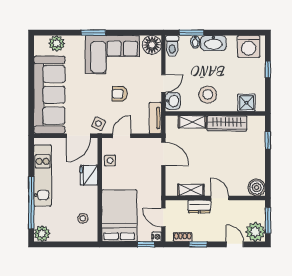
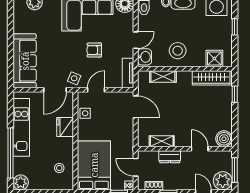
sofa: (49, 95) -> (25, 61), width x0.74, depth x0.79
wardrobe: (227, 123) -> (211, 78), moved
door: (220, 198) -> (200, 149), moved

